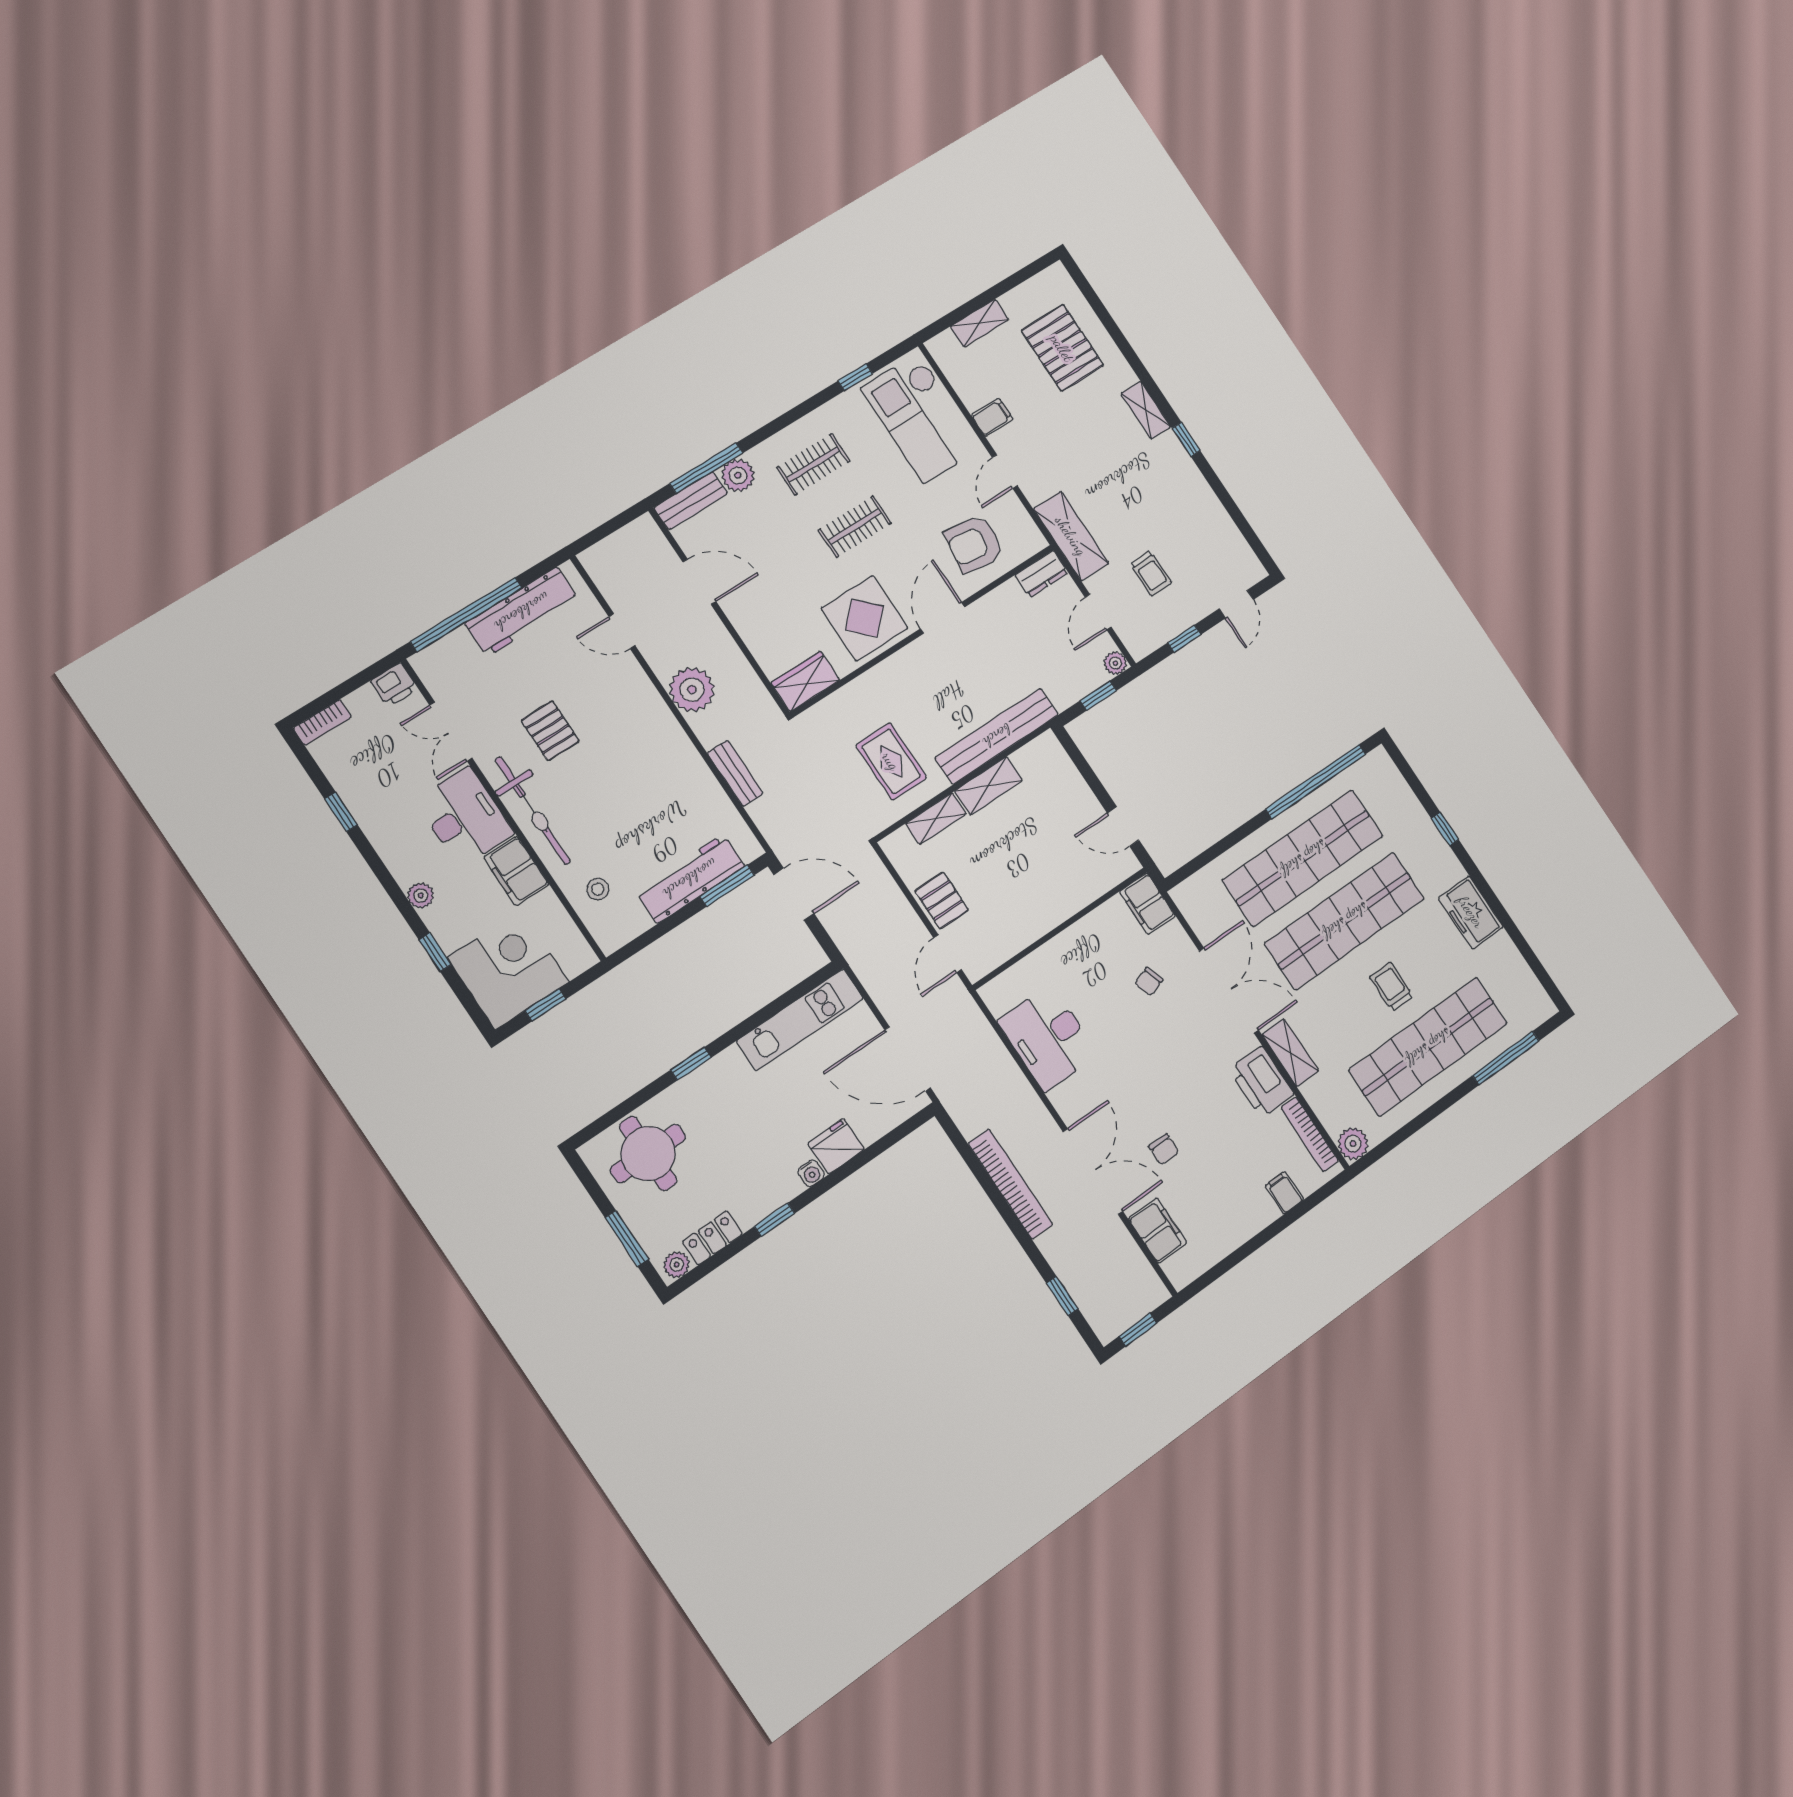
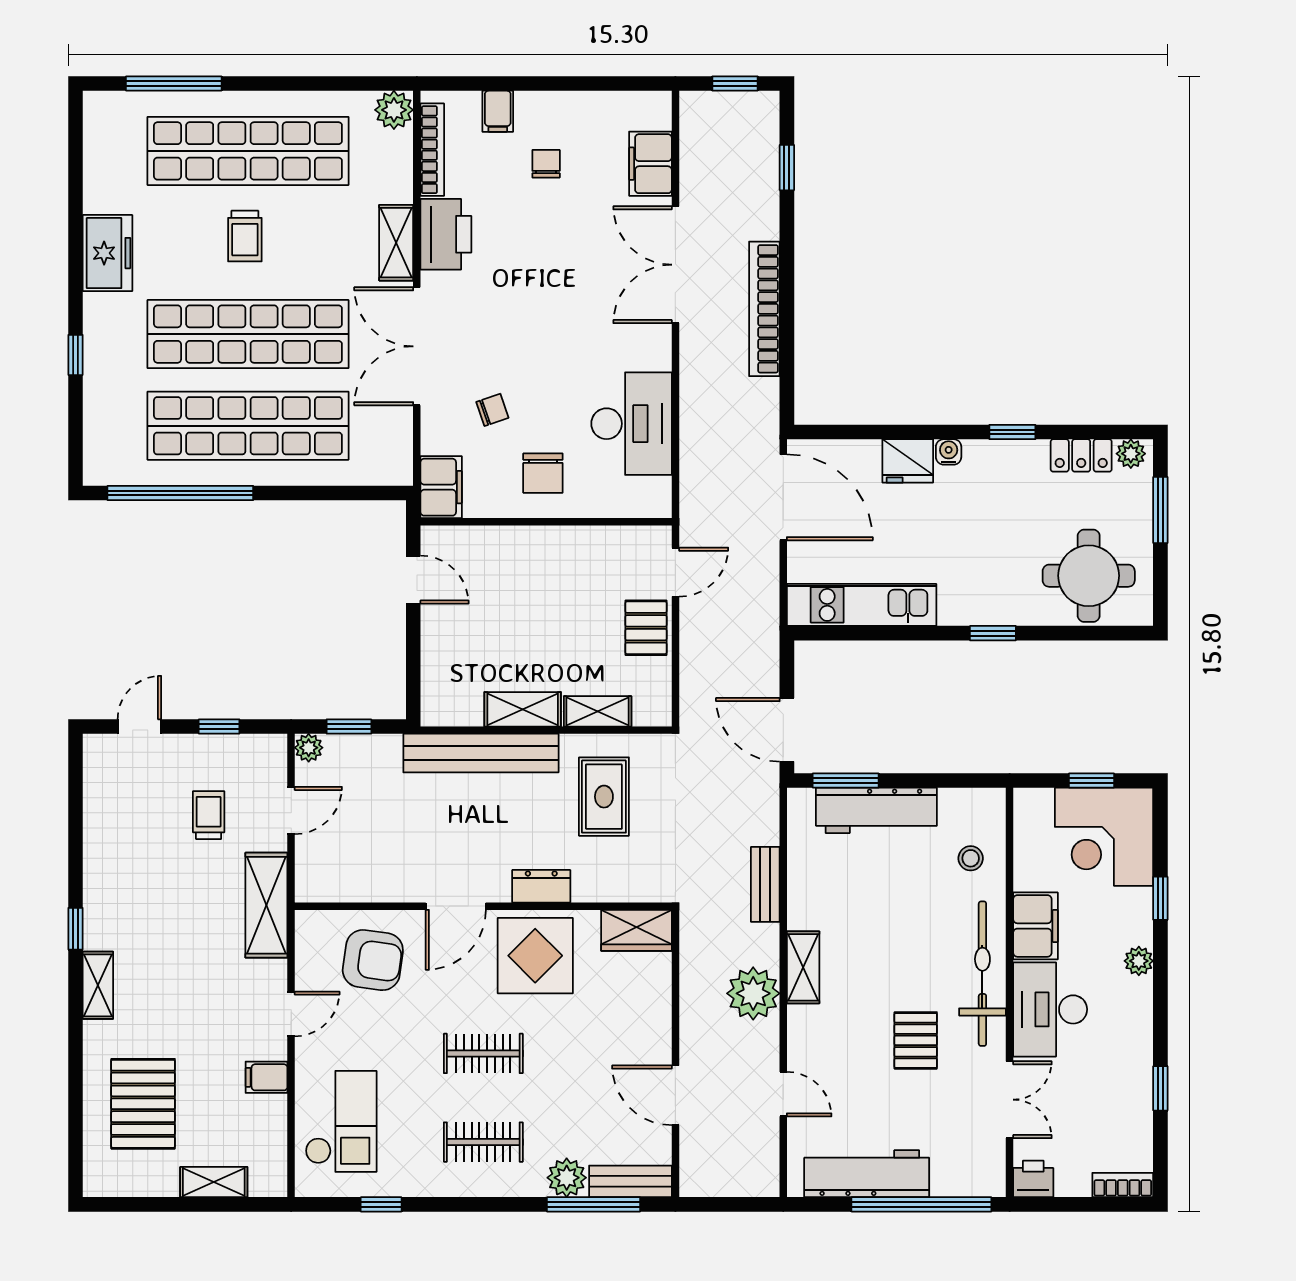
checkout: (921, 418) -> (341, 1121), width x0.73, depth x0.83
dresser: (1042, 574) -> (541, 886), moved
shelving: (668, 731) -> (803, 967), added
chair: (1085, 961) -> (543, 473), added
chair: (1164, 1149) -> (546, 164), moved

